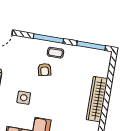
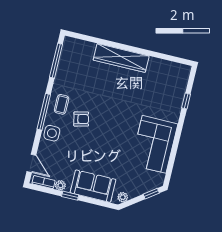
side table: (24, 98) -> (52, 133), moved

